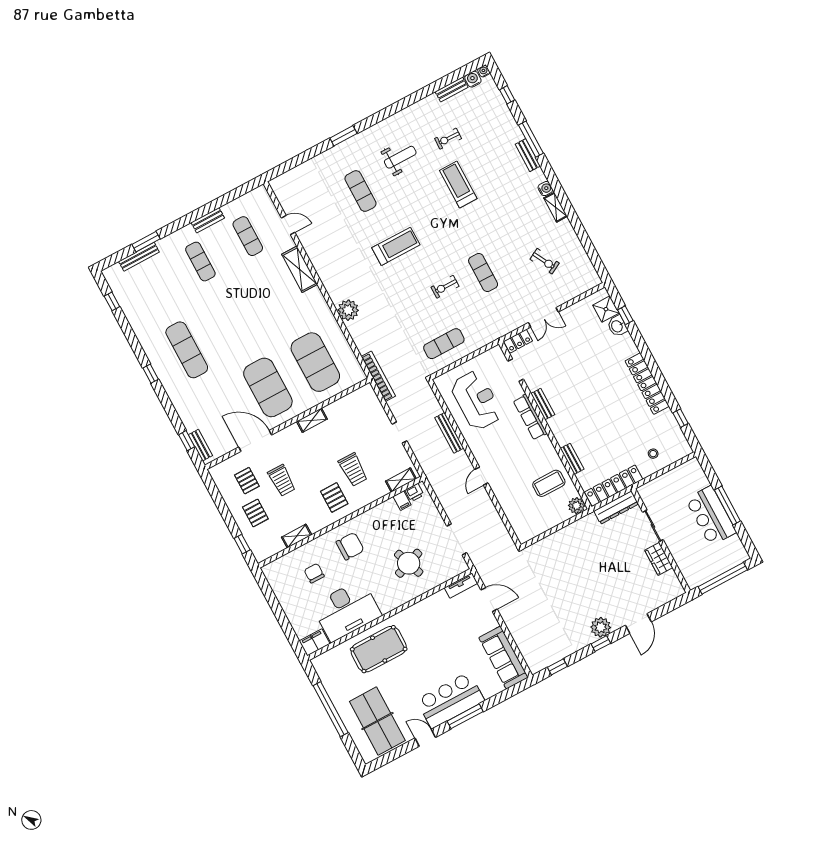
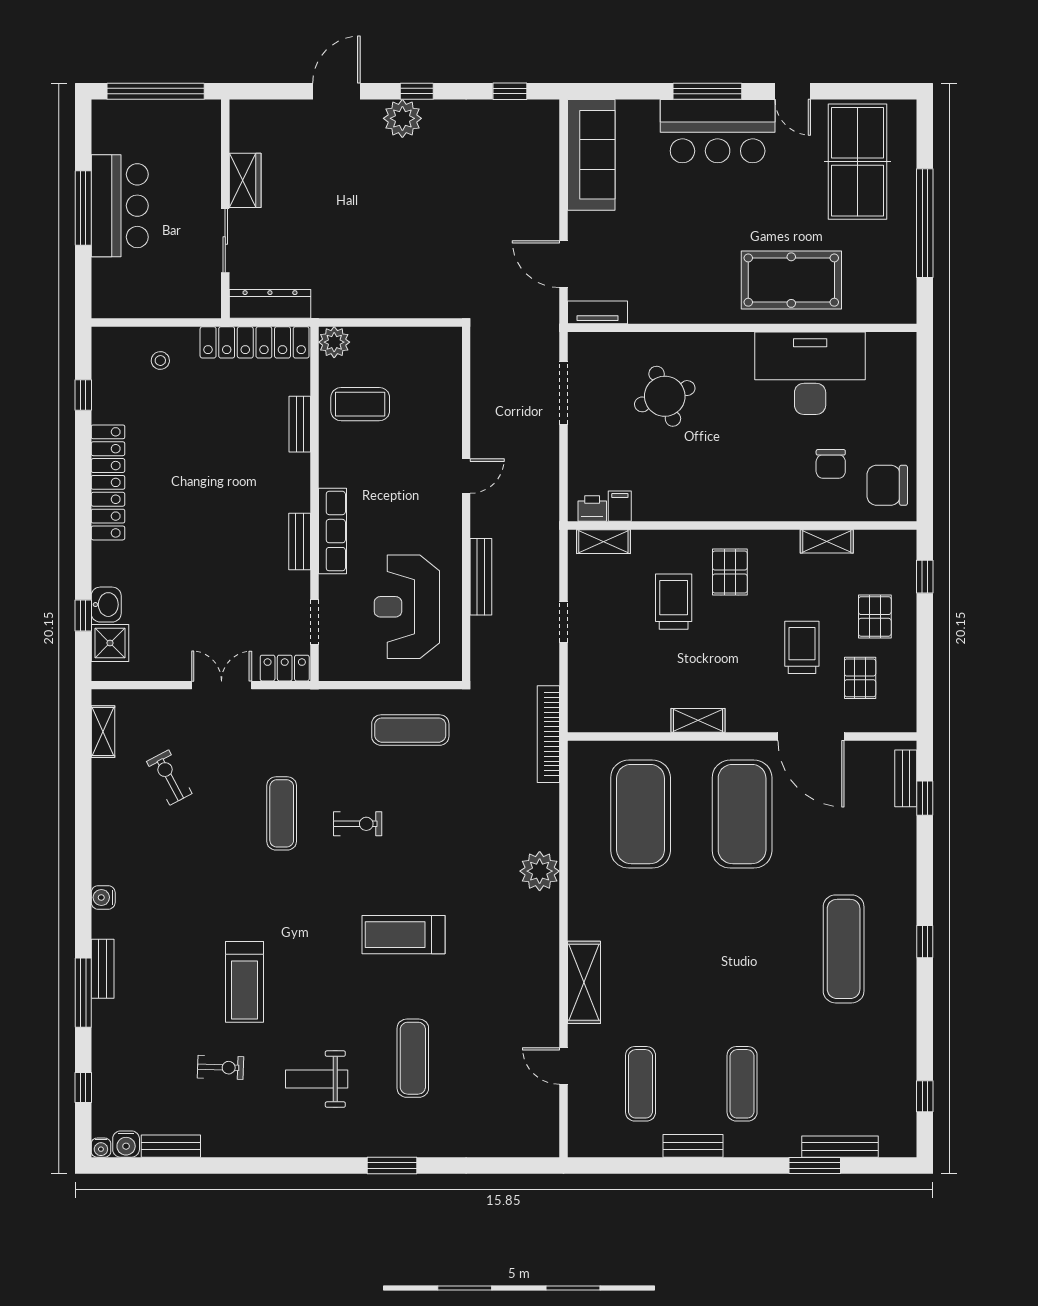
shelving: (555, 207) -> (103, 732), moved
chair: (350, 546) -> (887, 485), moved
filing cabinet: (315, 642) -> (892, 348), removed

